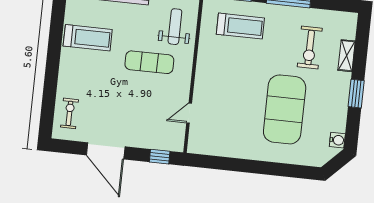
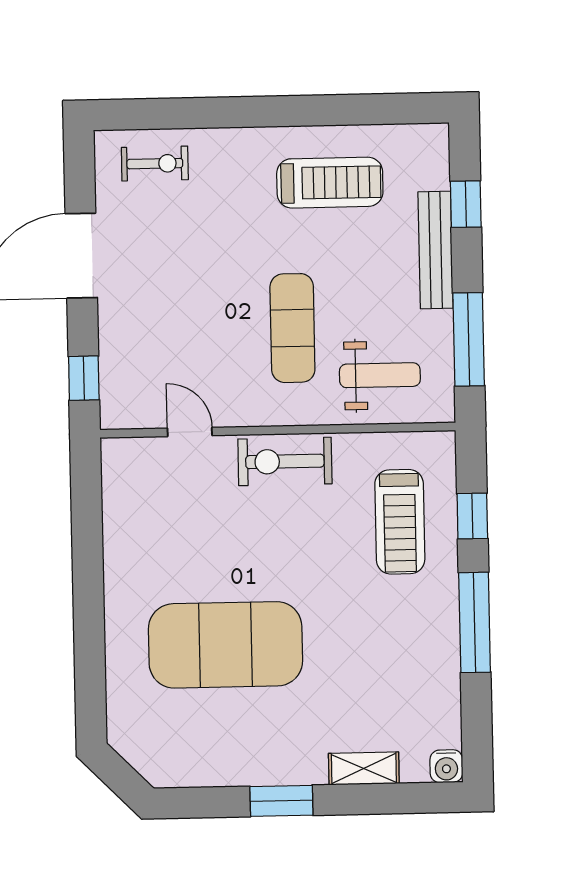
treadmill: (88, 38) -> (330, 183), turned -90
exercise bike: (310, 48) -> (285, 461), moved
water cooler: (337, 140) -> (446, 766), moved

